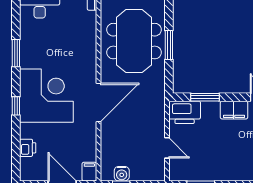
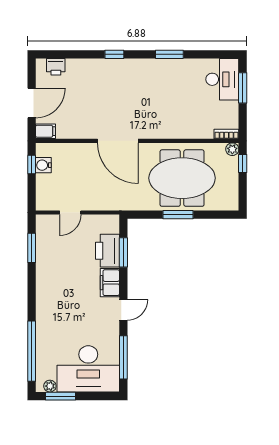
corner desk: (46, 96) -> (125, 86), removed
printer: (185, 112) -> (107, 251), moved
printer: (28, 148) -> (56, 67), moved

